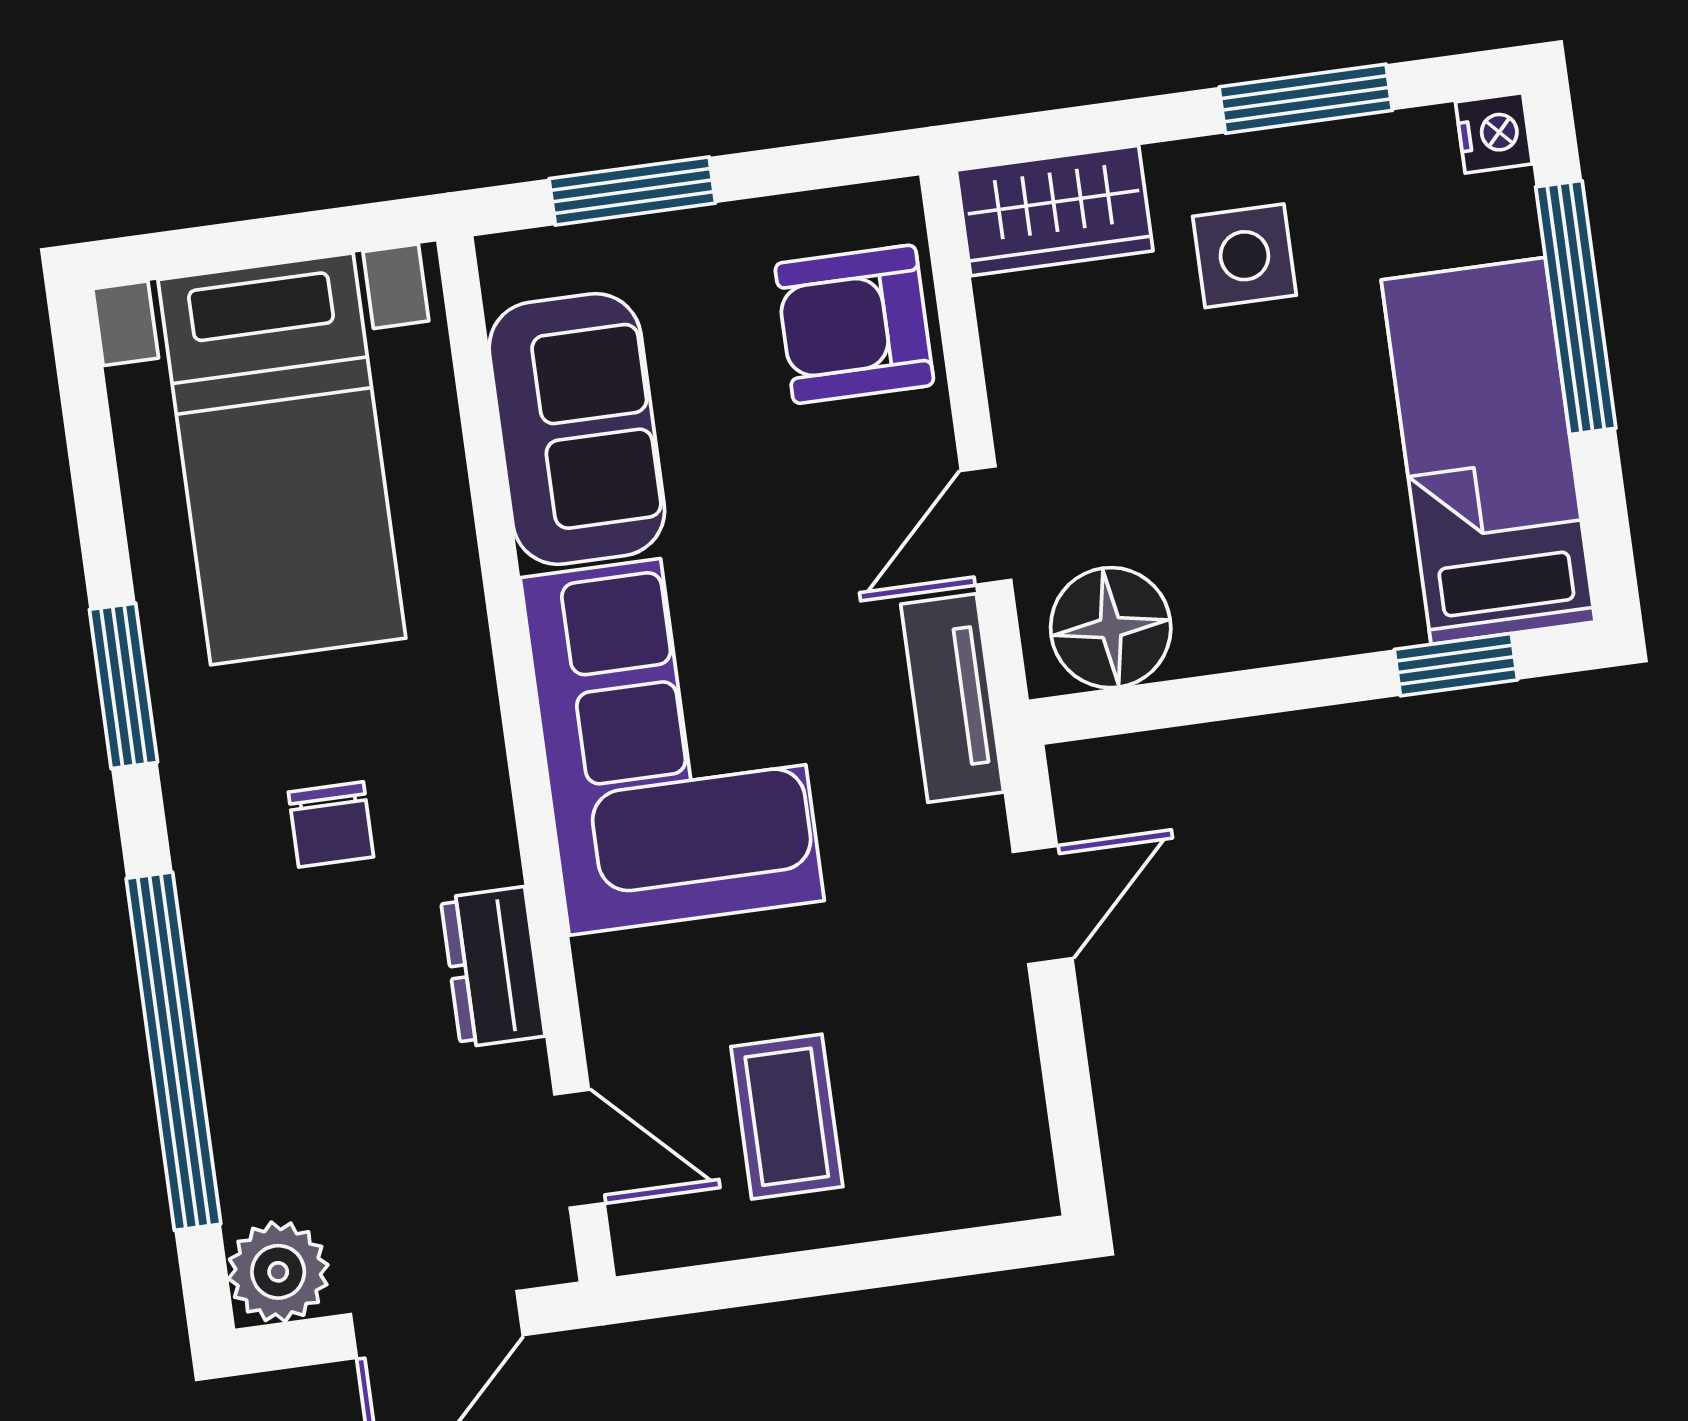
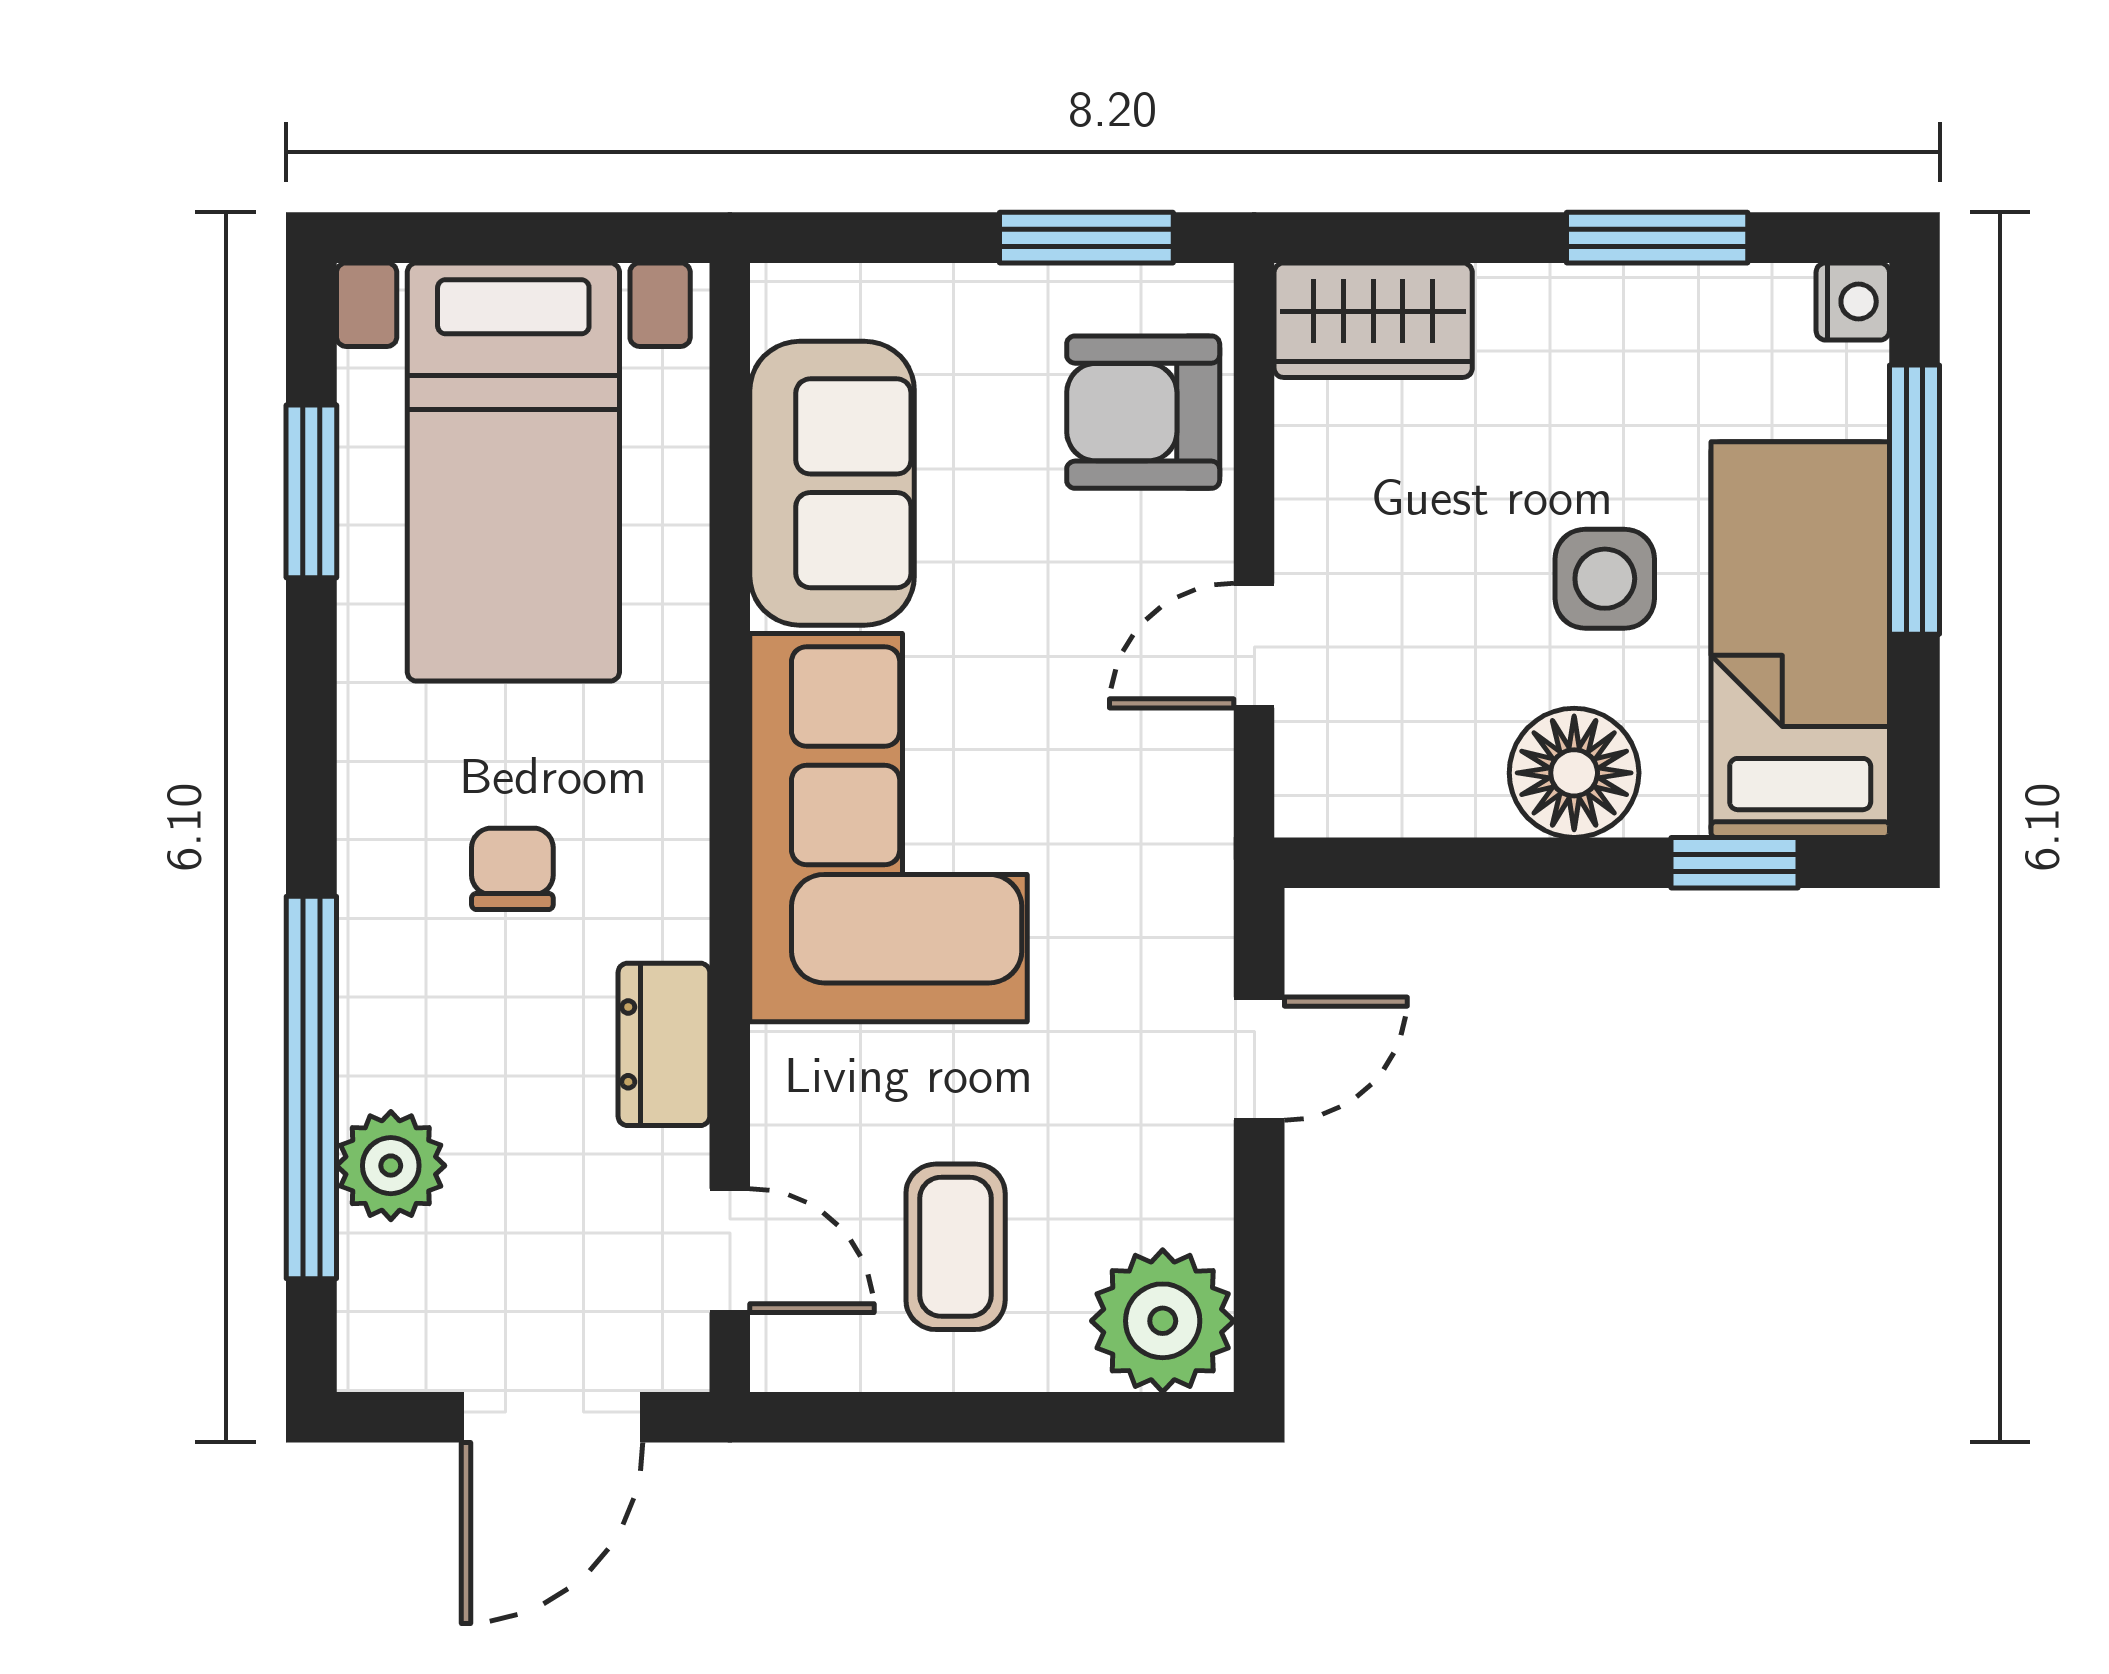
window: (632, 191) -> (1086, 238), moved
side table: (1244, 256) -> (1605, 579), moved
floor lamp: (1111, 628) -> (1574, 773), moved
window: (123, 686) -> (311, 491), moved
tv unit: (952, 698) -> (1193, 825), removed
chair: (331, 824) -> (512, 869), turned 180
plant: (987, 1159) -> (1163, 1321), added
plant: (278, 1272) -> (391, 1166), moved

